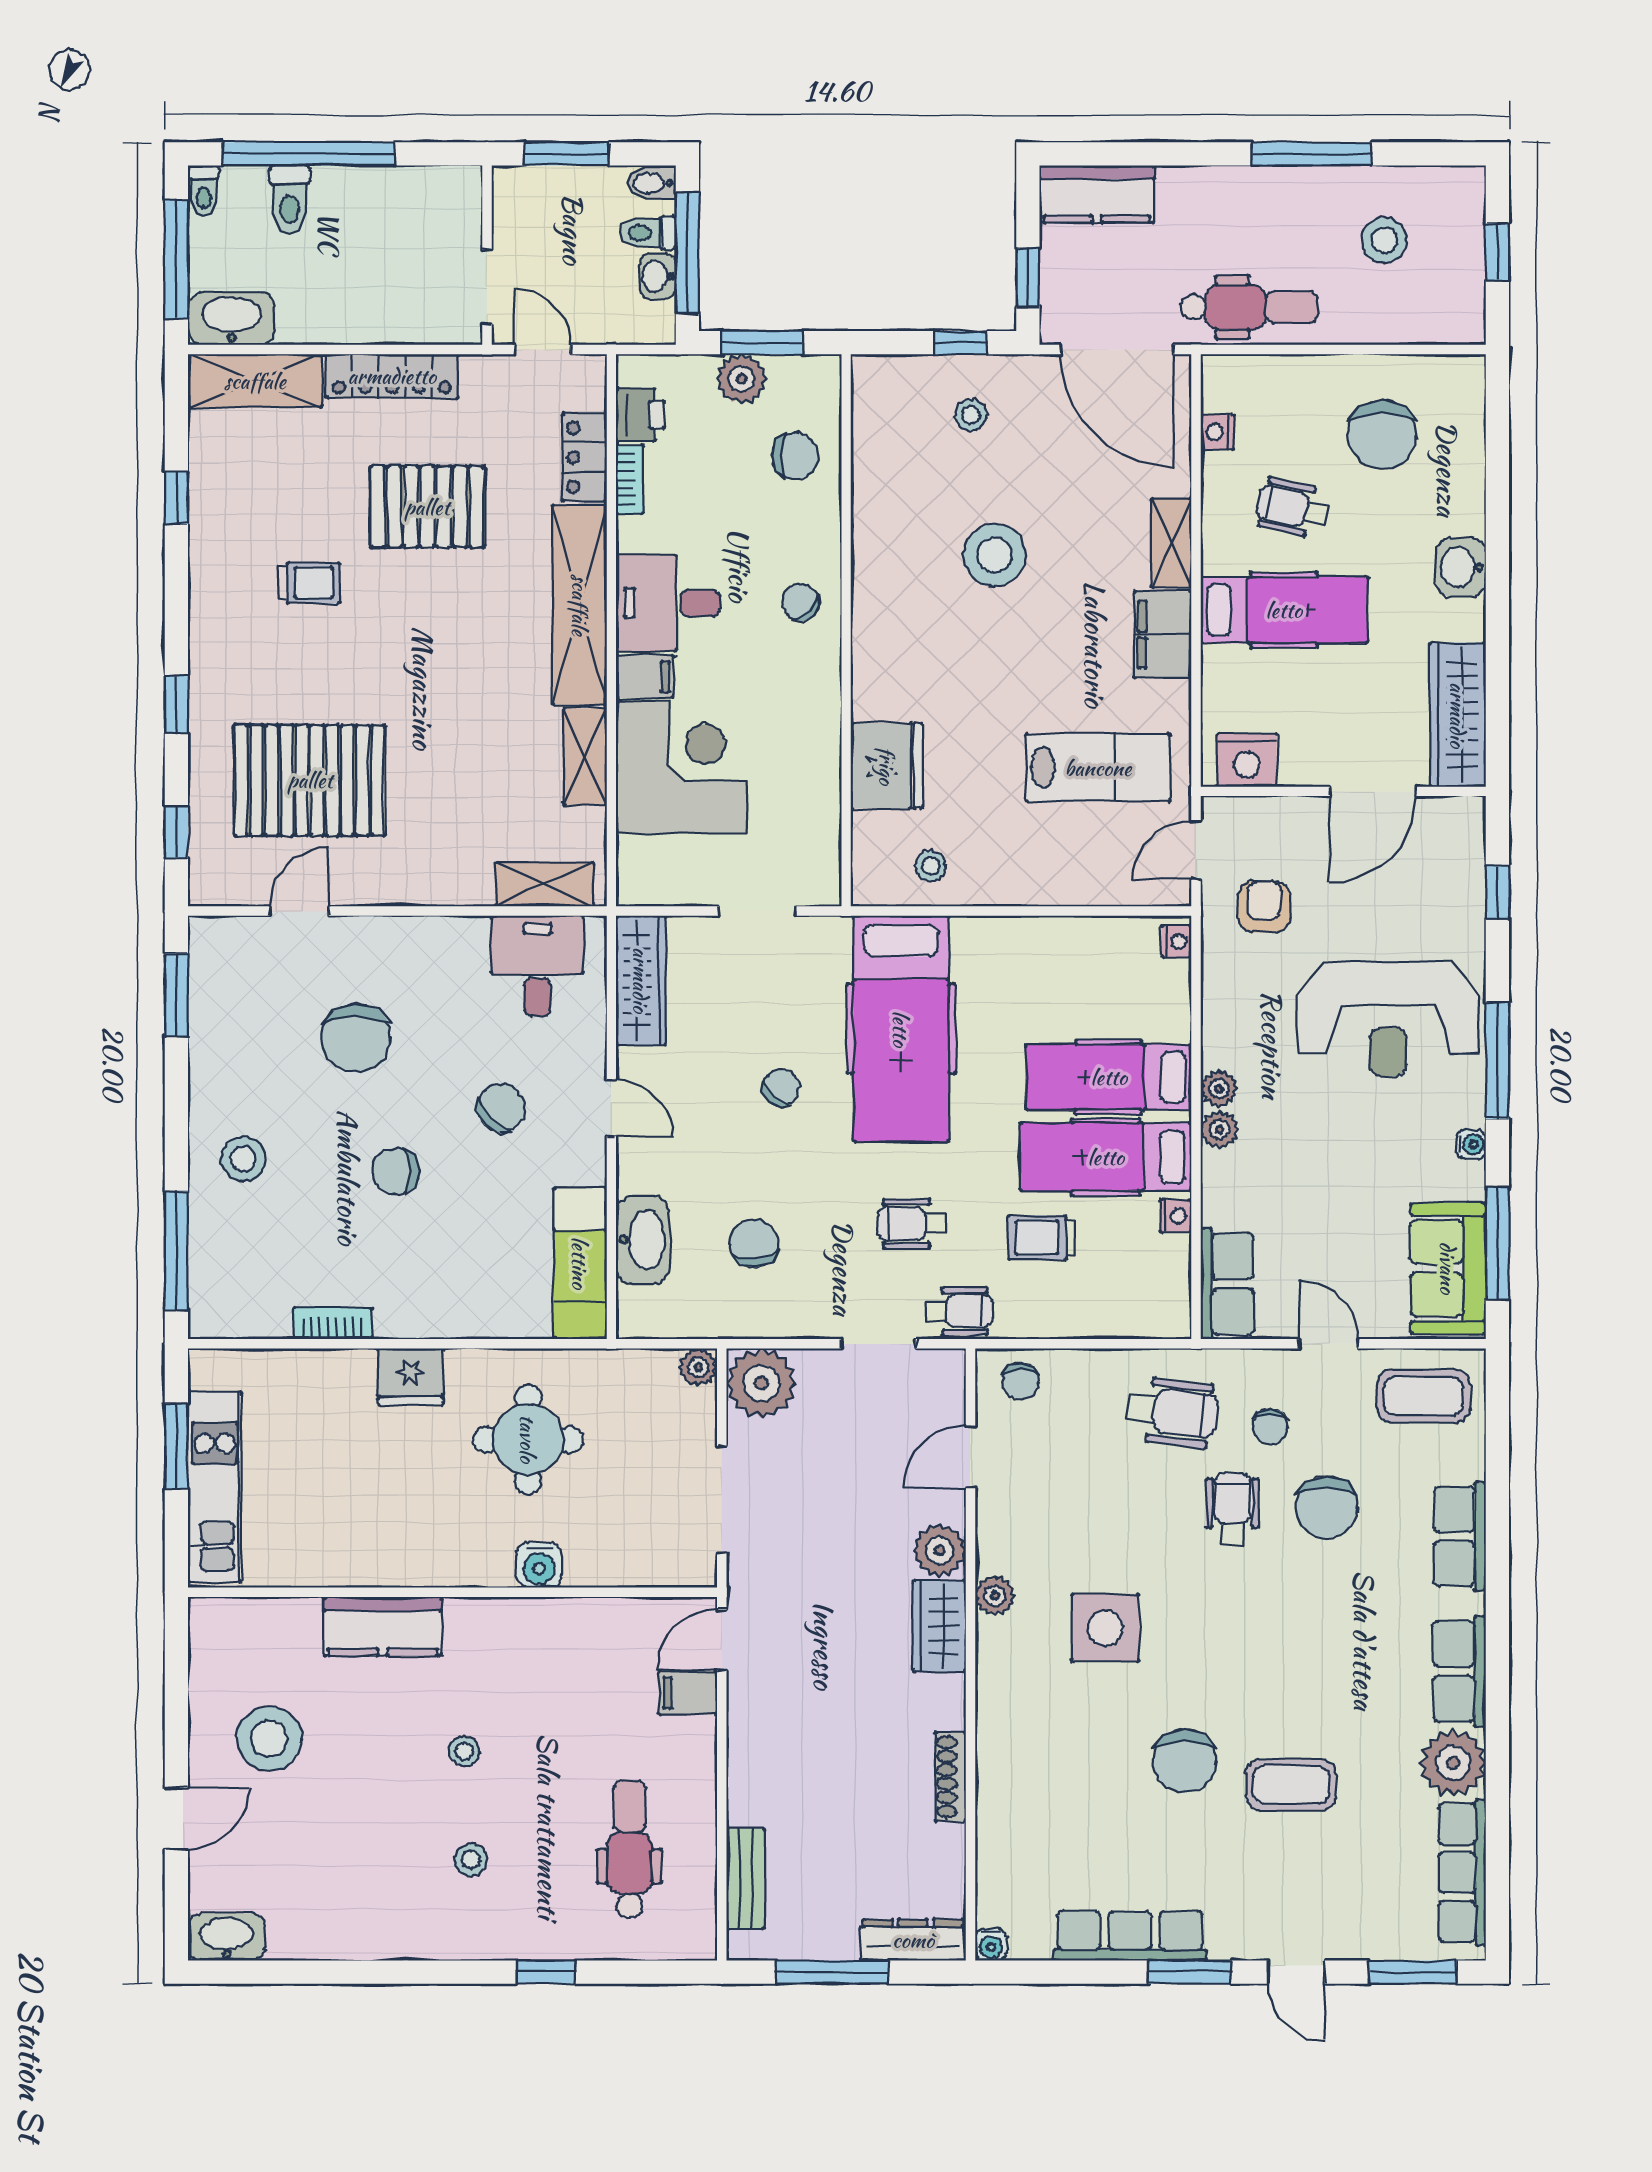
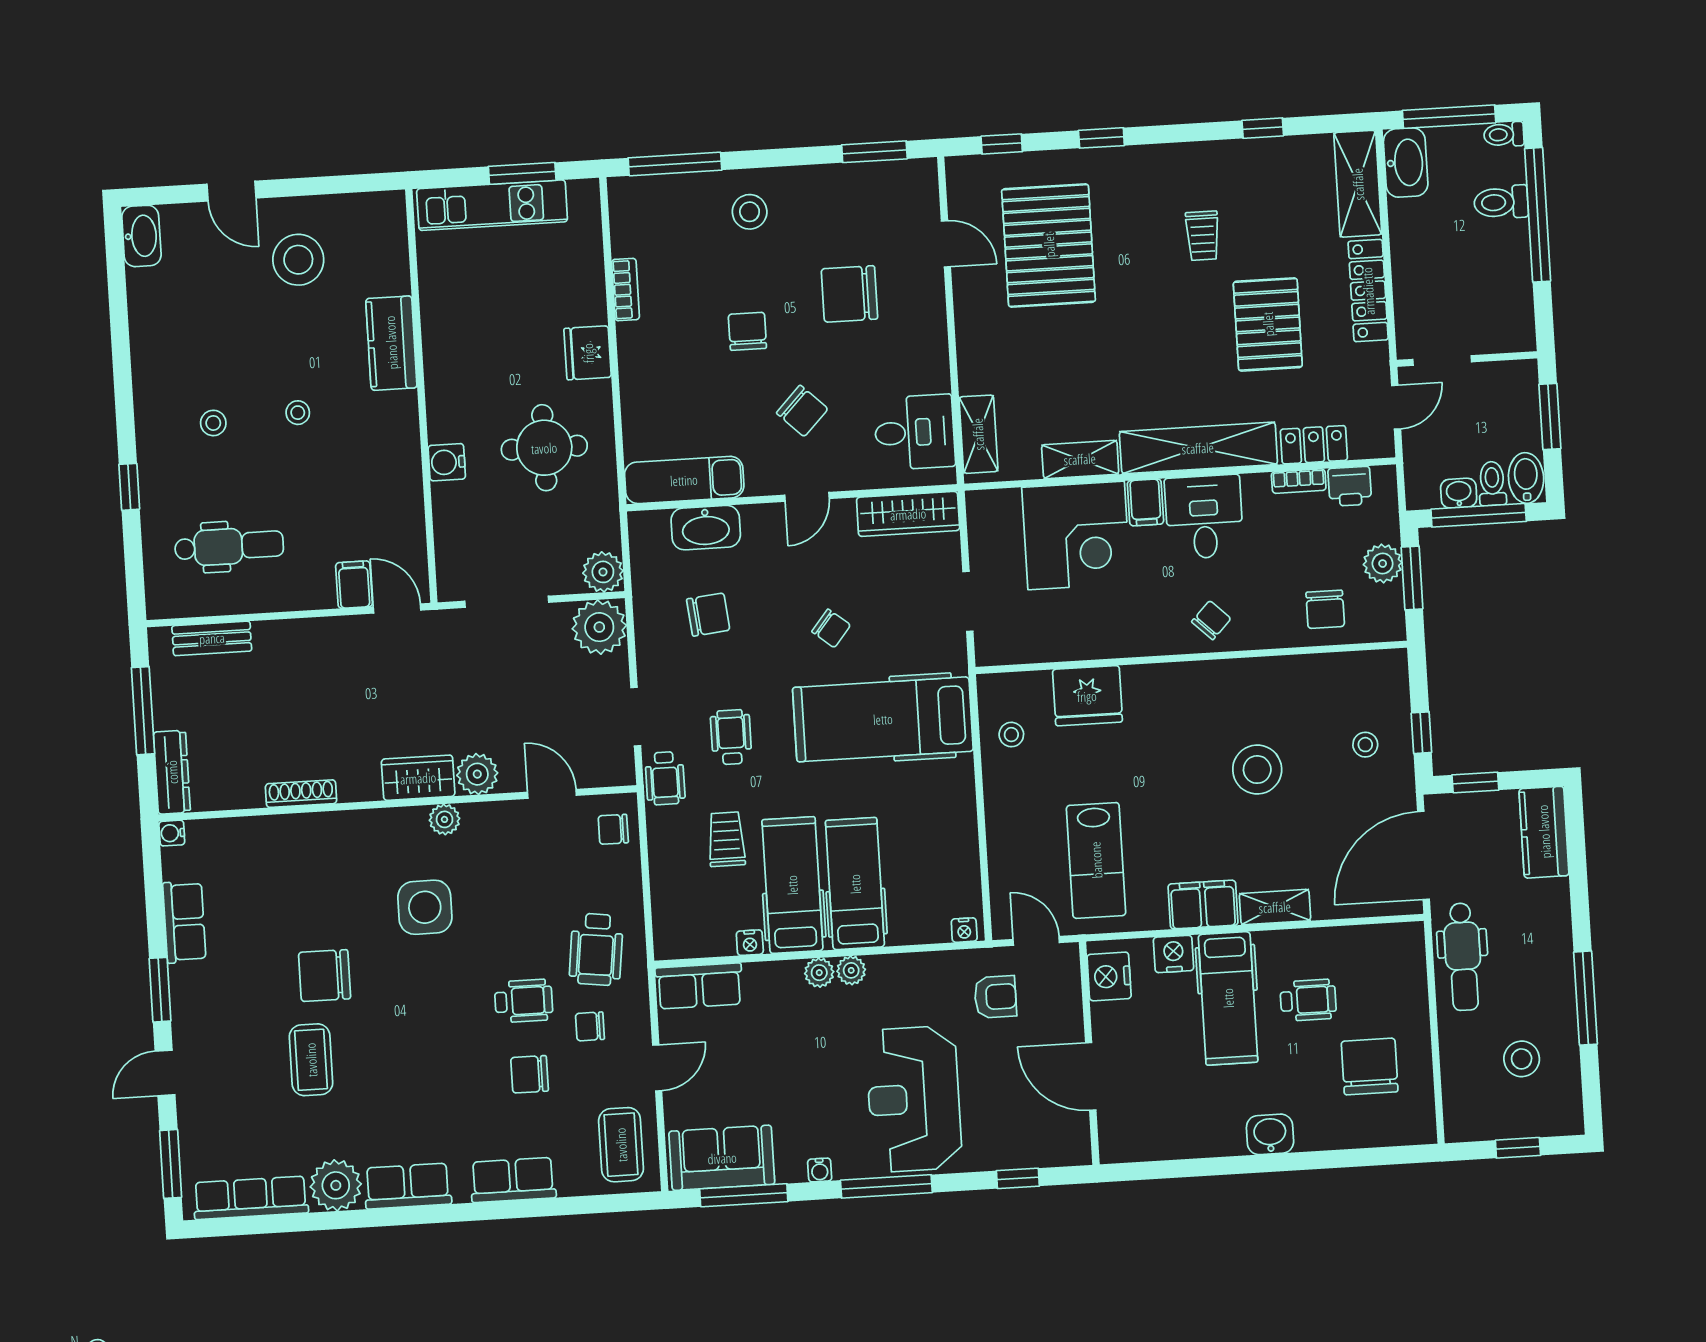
bidet: (652, 183) -> (1526, 478), width x1.38, depth x1.36
nightstand: (1217, 432) -> (1174, 954), moved, width x1.39, depth x1.35
chair: (1382, 435) -> (1370, 1067), turned 90
wheelchair: (1293, 508) -> (1308, 1000), turned 77
wardrobe: (1458, 715) -> (1155, 1139), removed
plant: (698, 1367) -> (603, 572), width x1.38, depth x1.38
chair: (1327, 1507) -> (530, 1074), width x0.73, depth x0.73
row of seats: (1130, 1936) -> (184, 922), width x0.68

